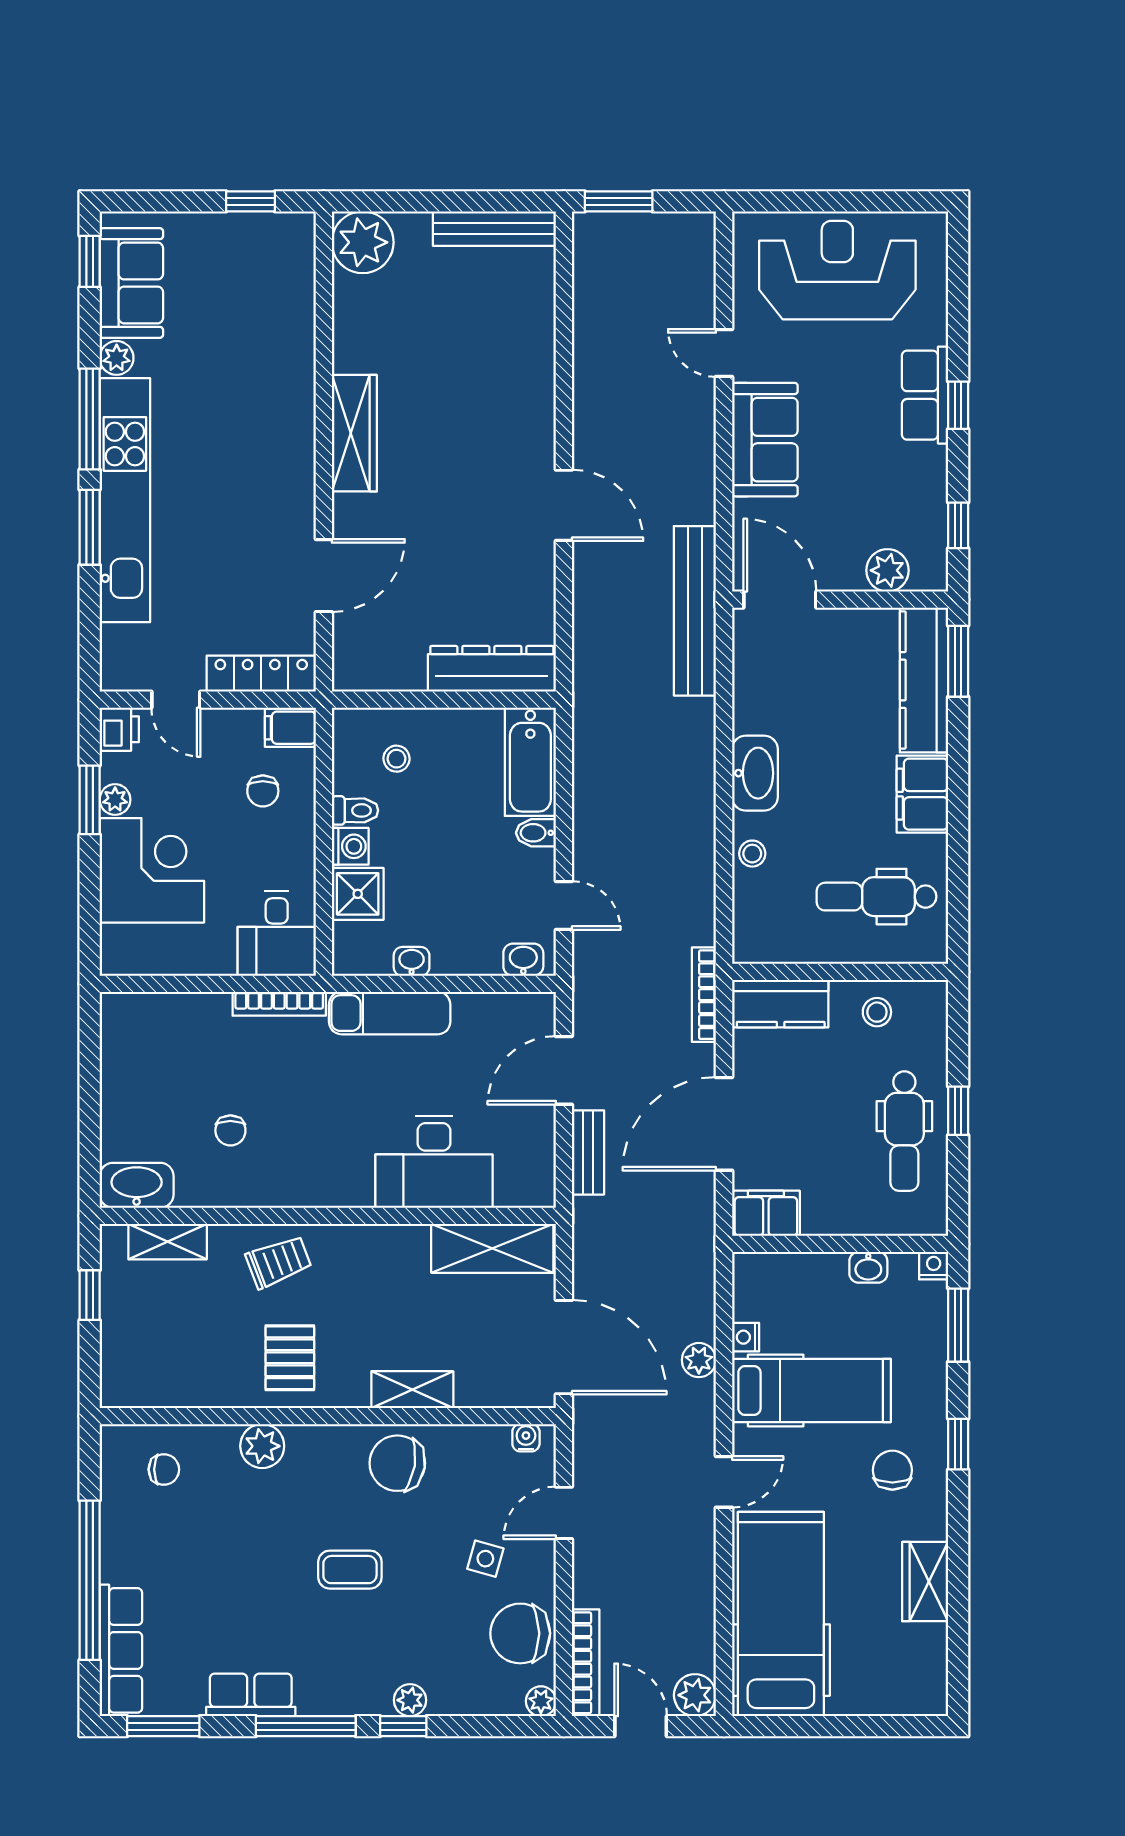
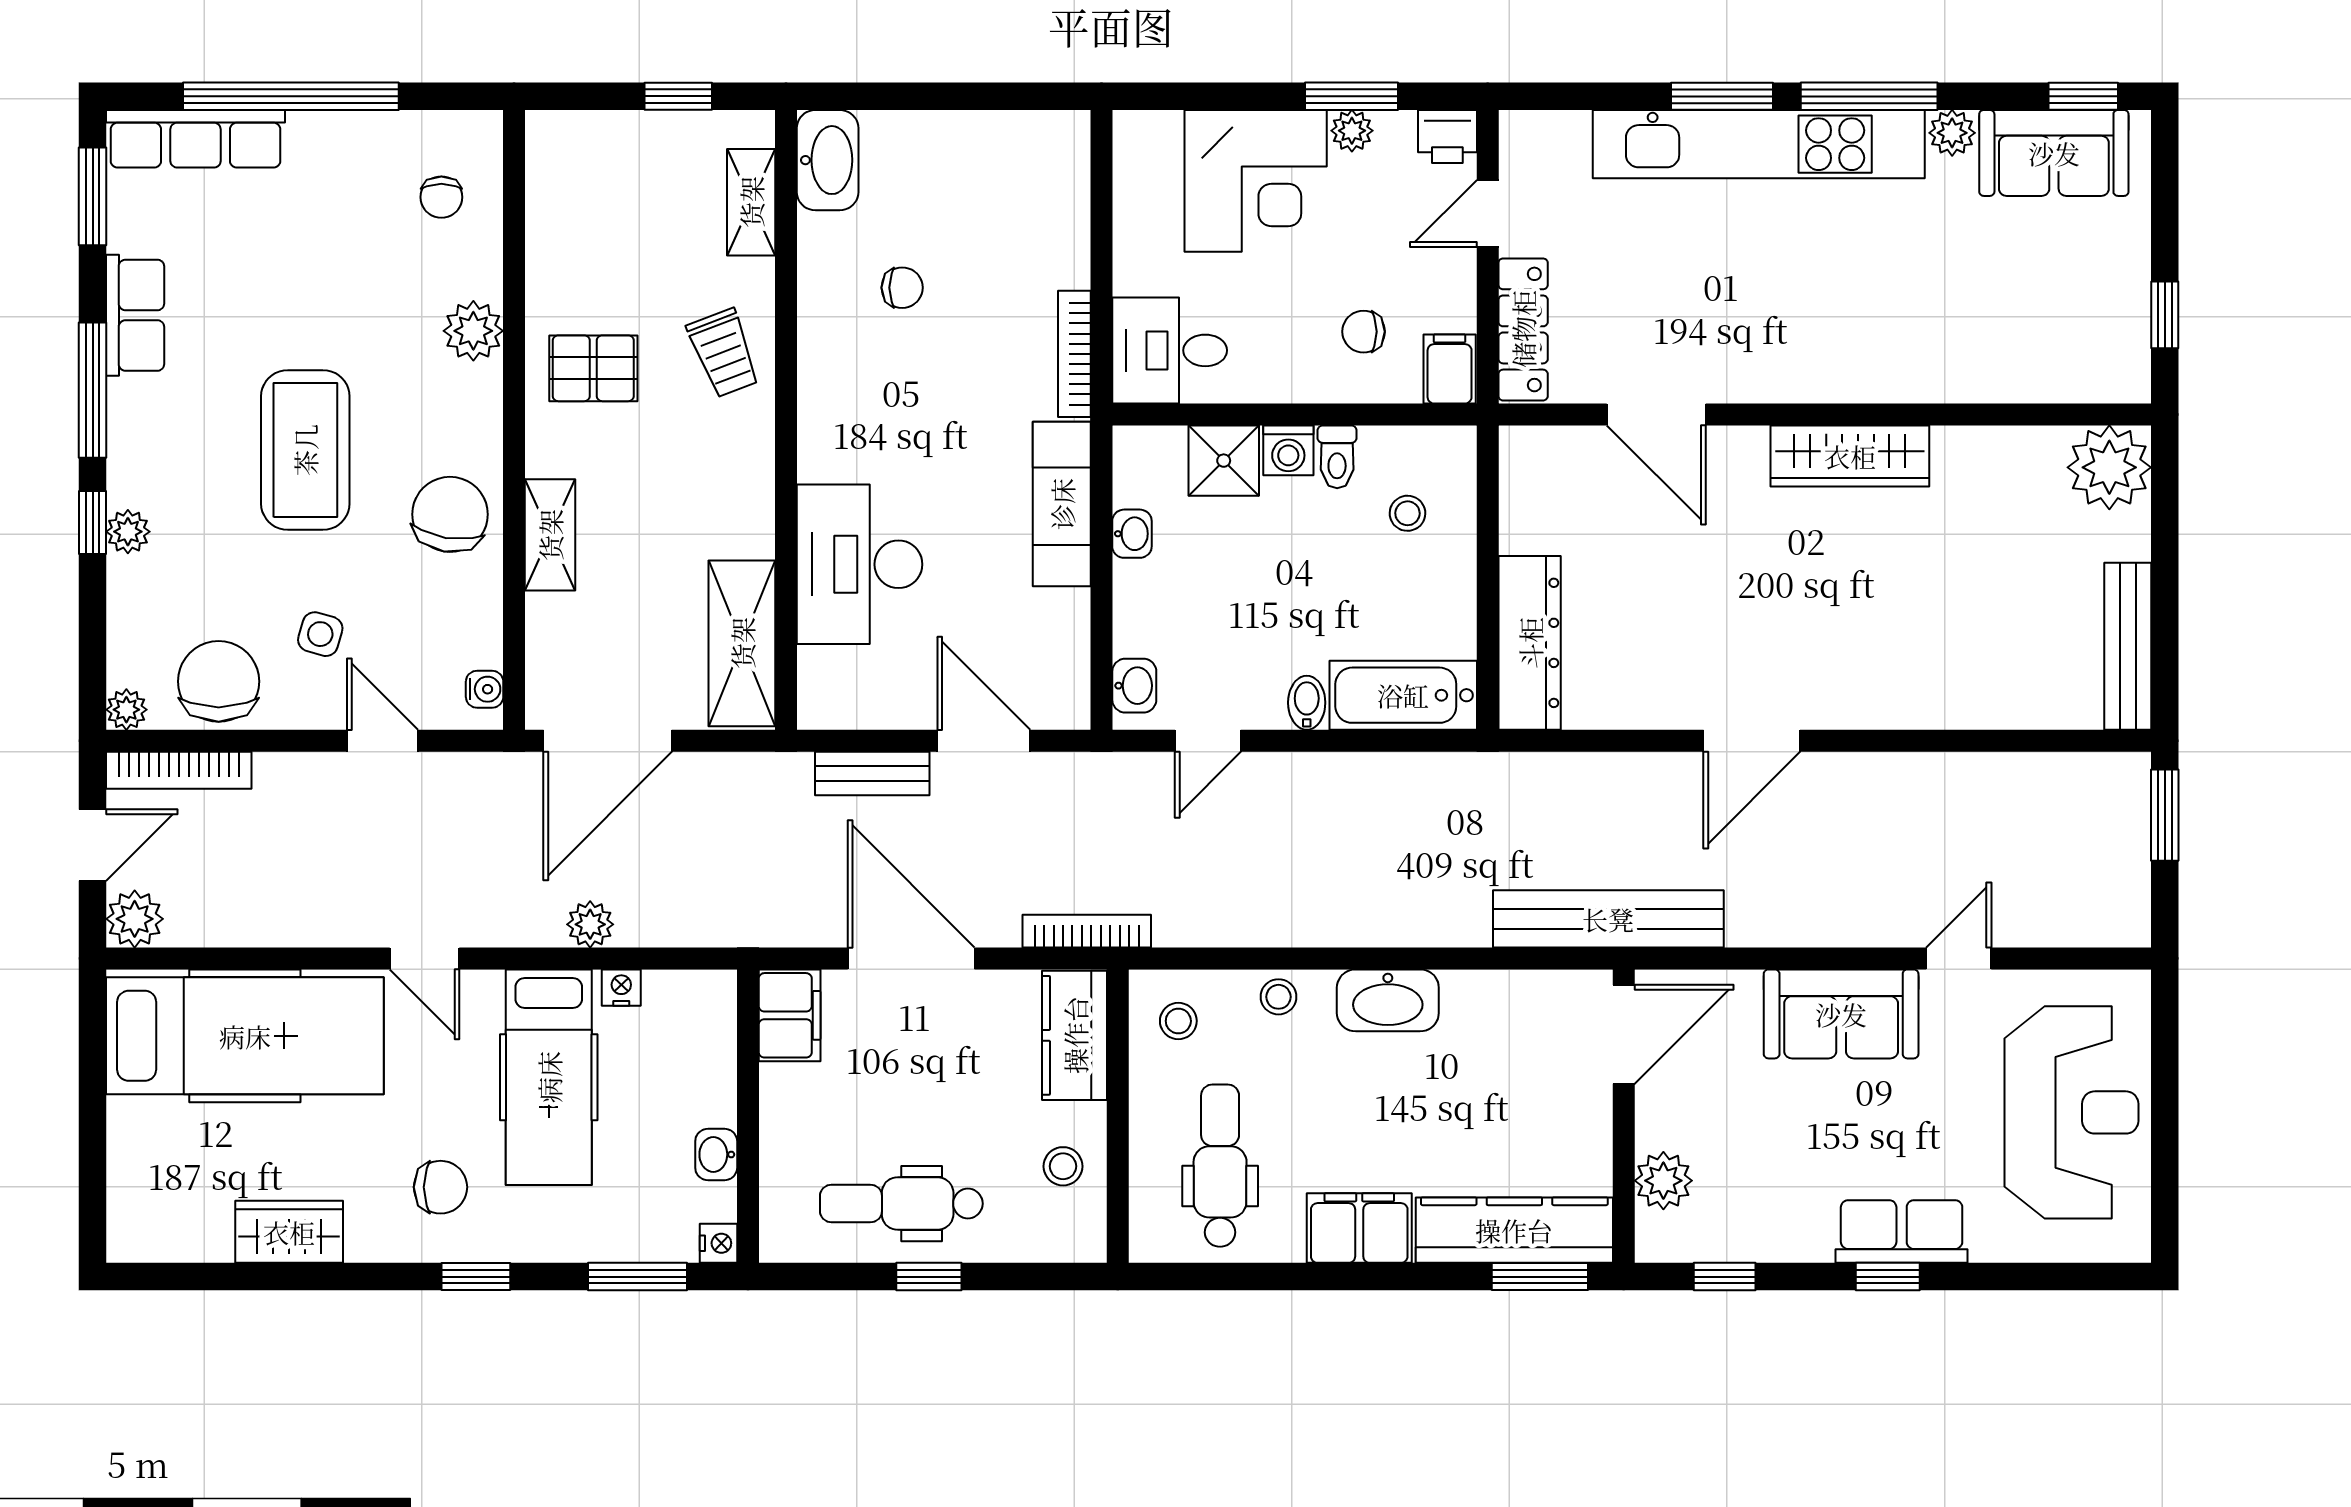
stool: (770, 927) -> (1178, 1021), added
chair: (230, 1130) -> (902, 288), turned 180
coffee table: (350, 1570) -> (305, 450), width x1.86, depth x1.72

